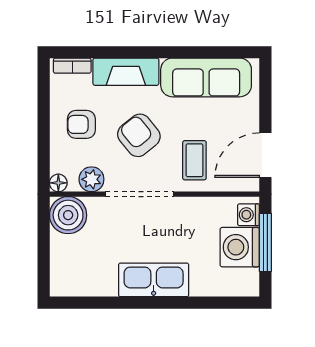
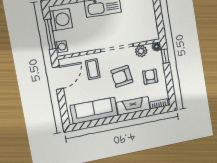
armchair: (81, 124) -> (150, 77), turned -90
armchair: (139, 135) -> (122, 76), turned 121
window: (44, 160) -> (165, 56), added
boiler: (68, 215) -> (149, 32), removed
washing machine: (240, 247) -> (61, 20), moved

